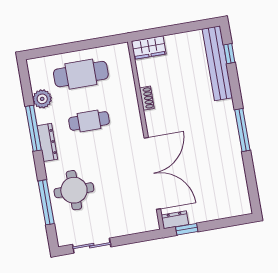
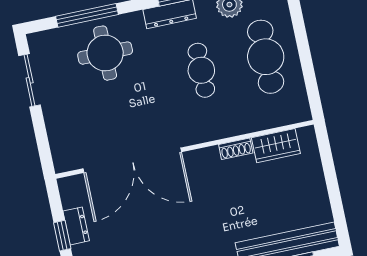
wardrobe: (149, 48) -> (276, 146), moved, turned -90
dresser: (175, 220) -> (76, 226), moved
window: (187, 229) -> (62, 236), moved

